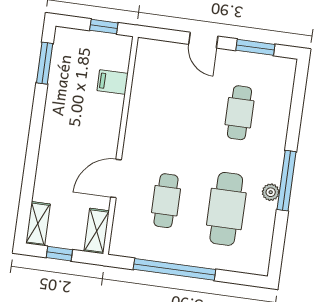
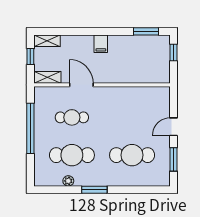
window: (104, 27) -> (173, 52), moved
filing cabinet: (113, 82) -> (101, 44), moved, turned 180
cafe table: (239, 113) -> (132, 155), width x1.37, depth x1.35
window: (287, 181) -> (94, 190), width x0.69
plant: (271, 192) -> (68, 181), moved

